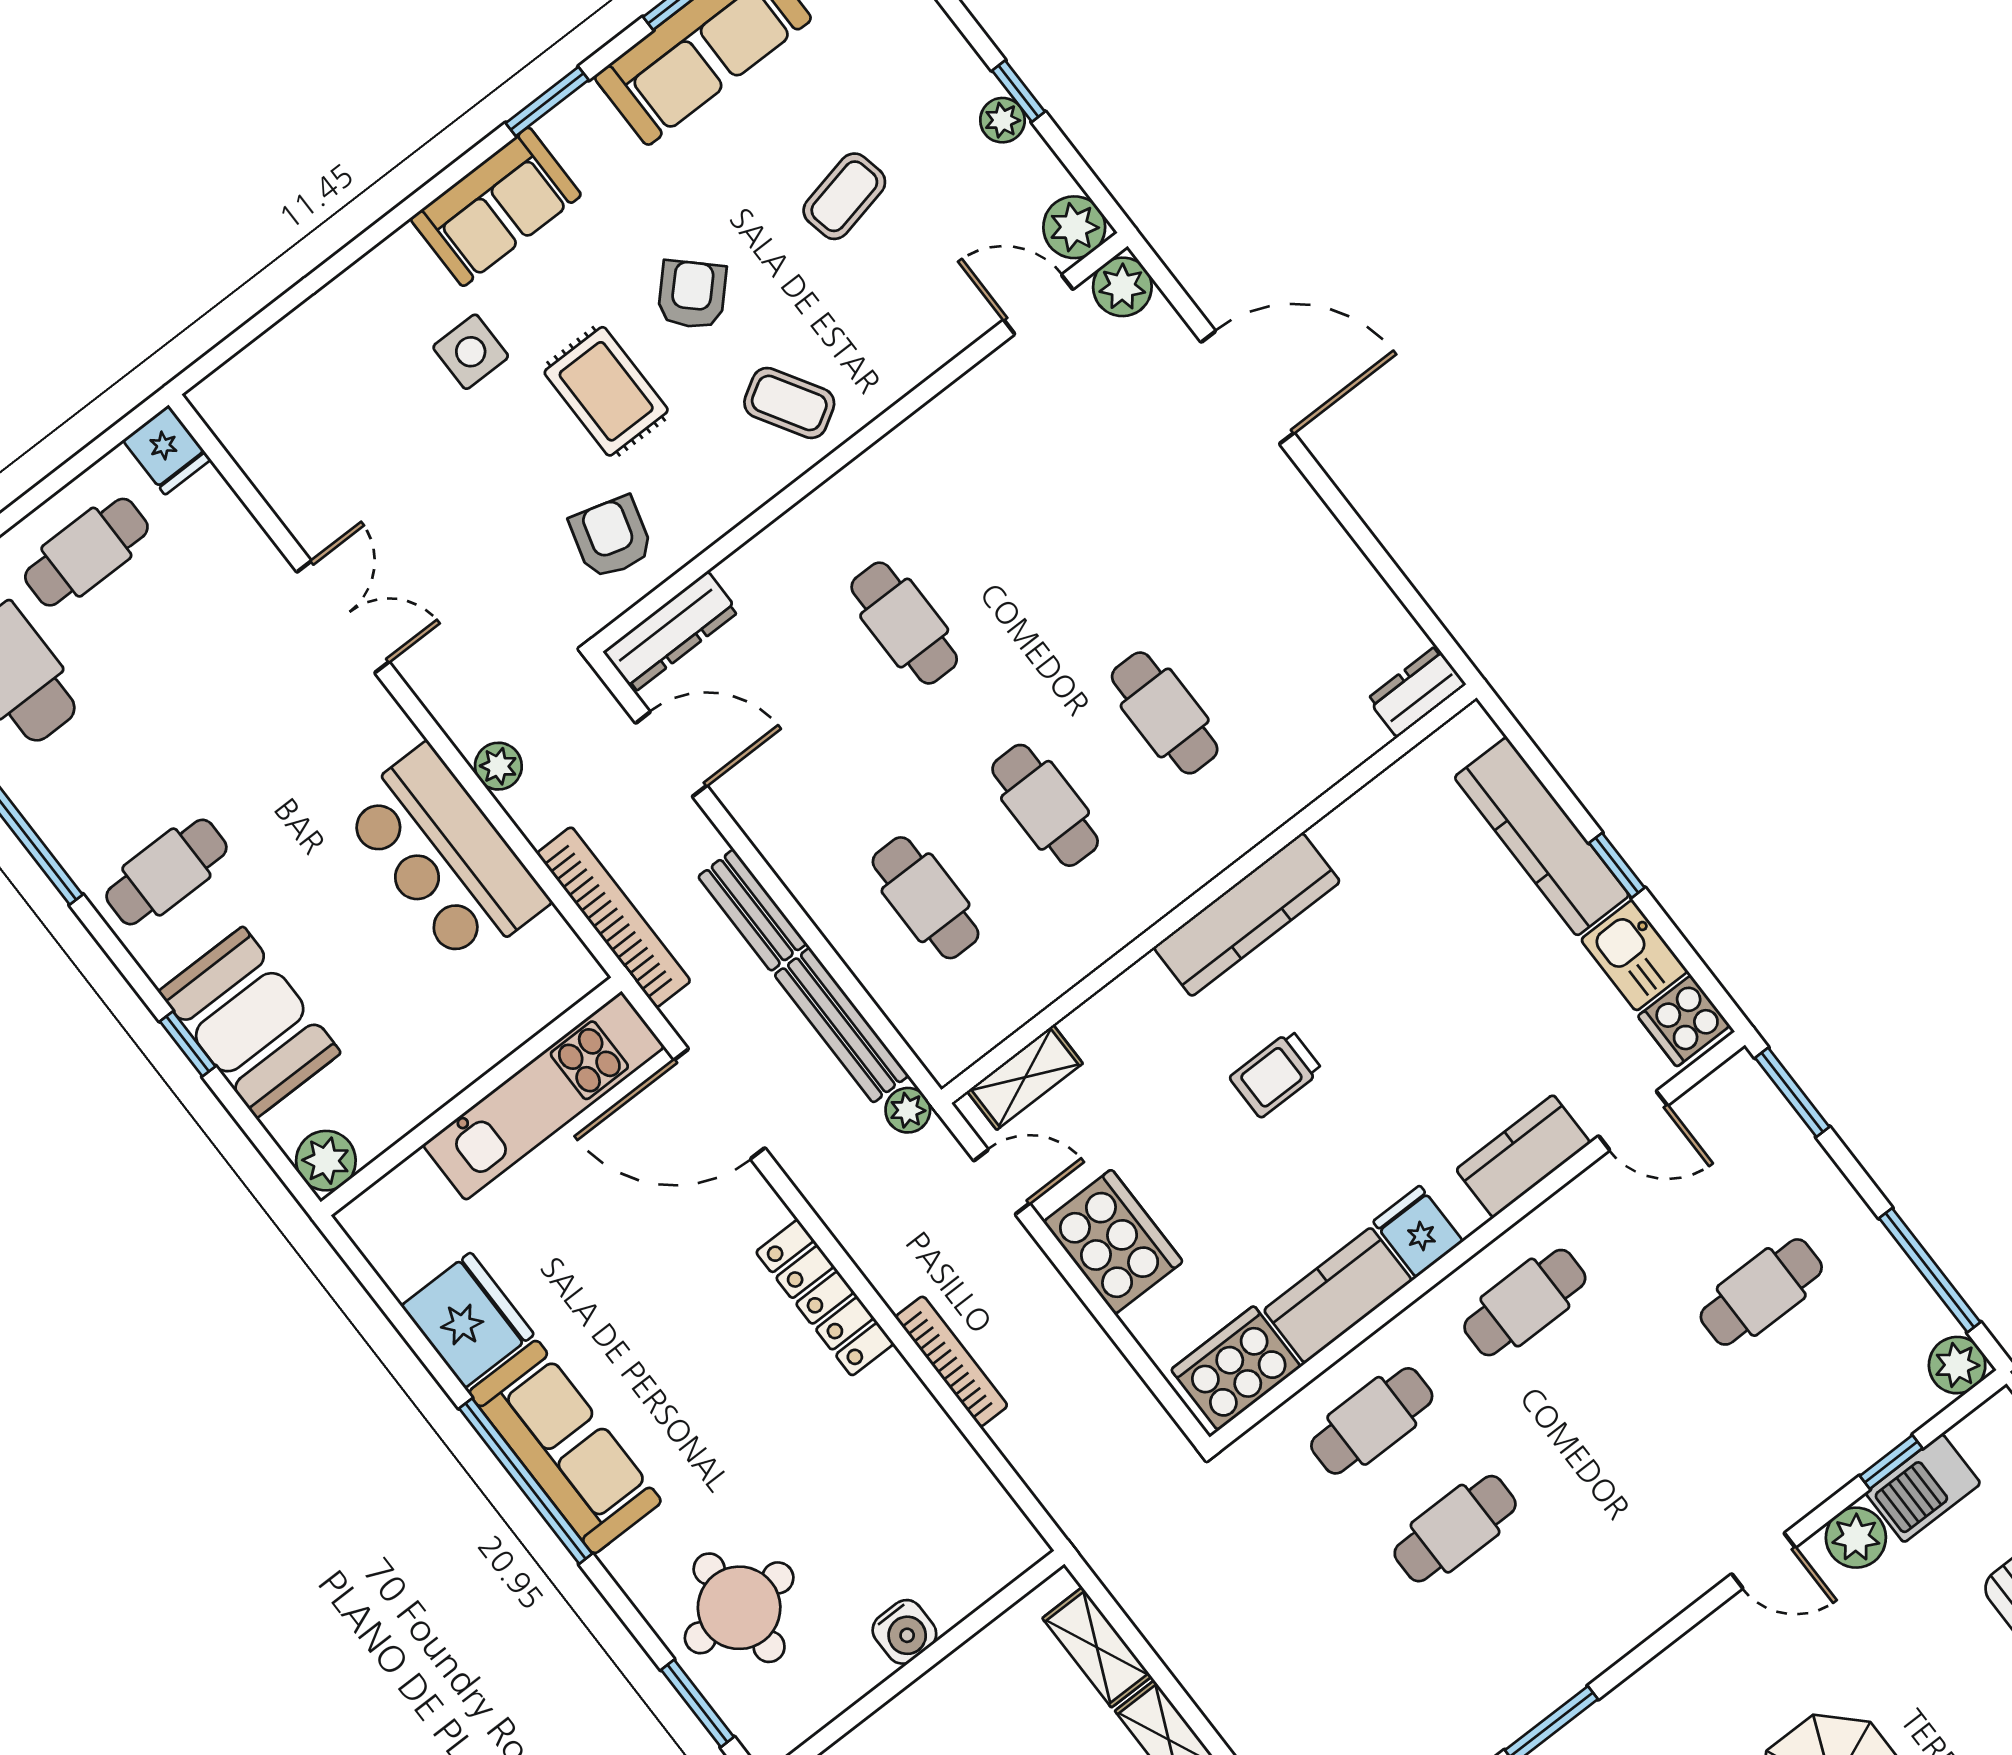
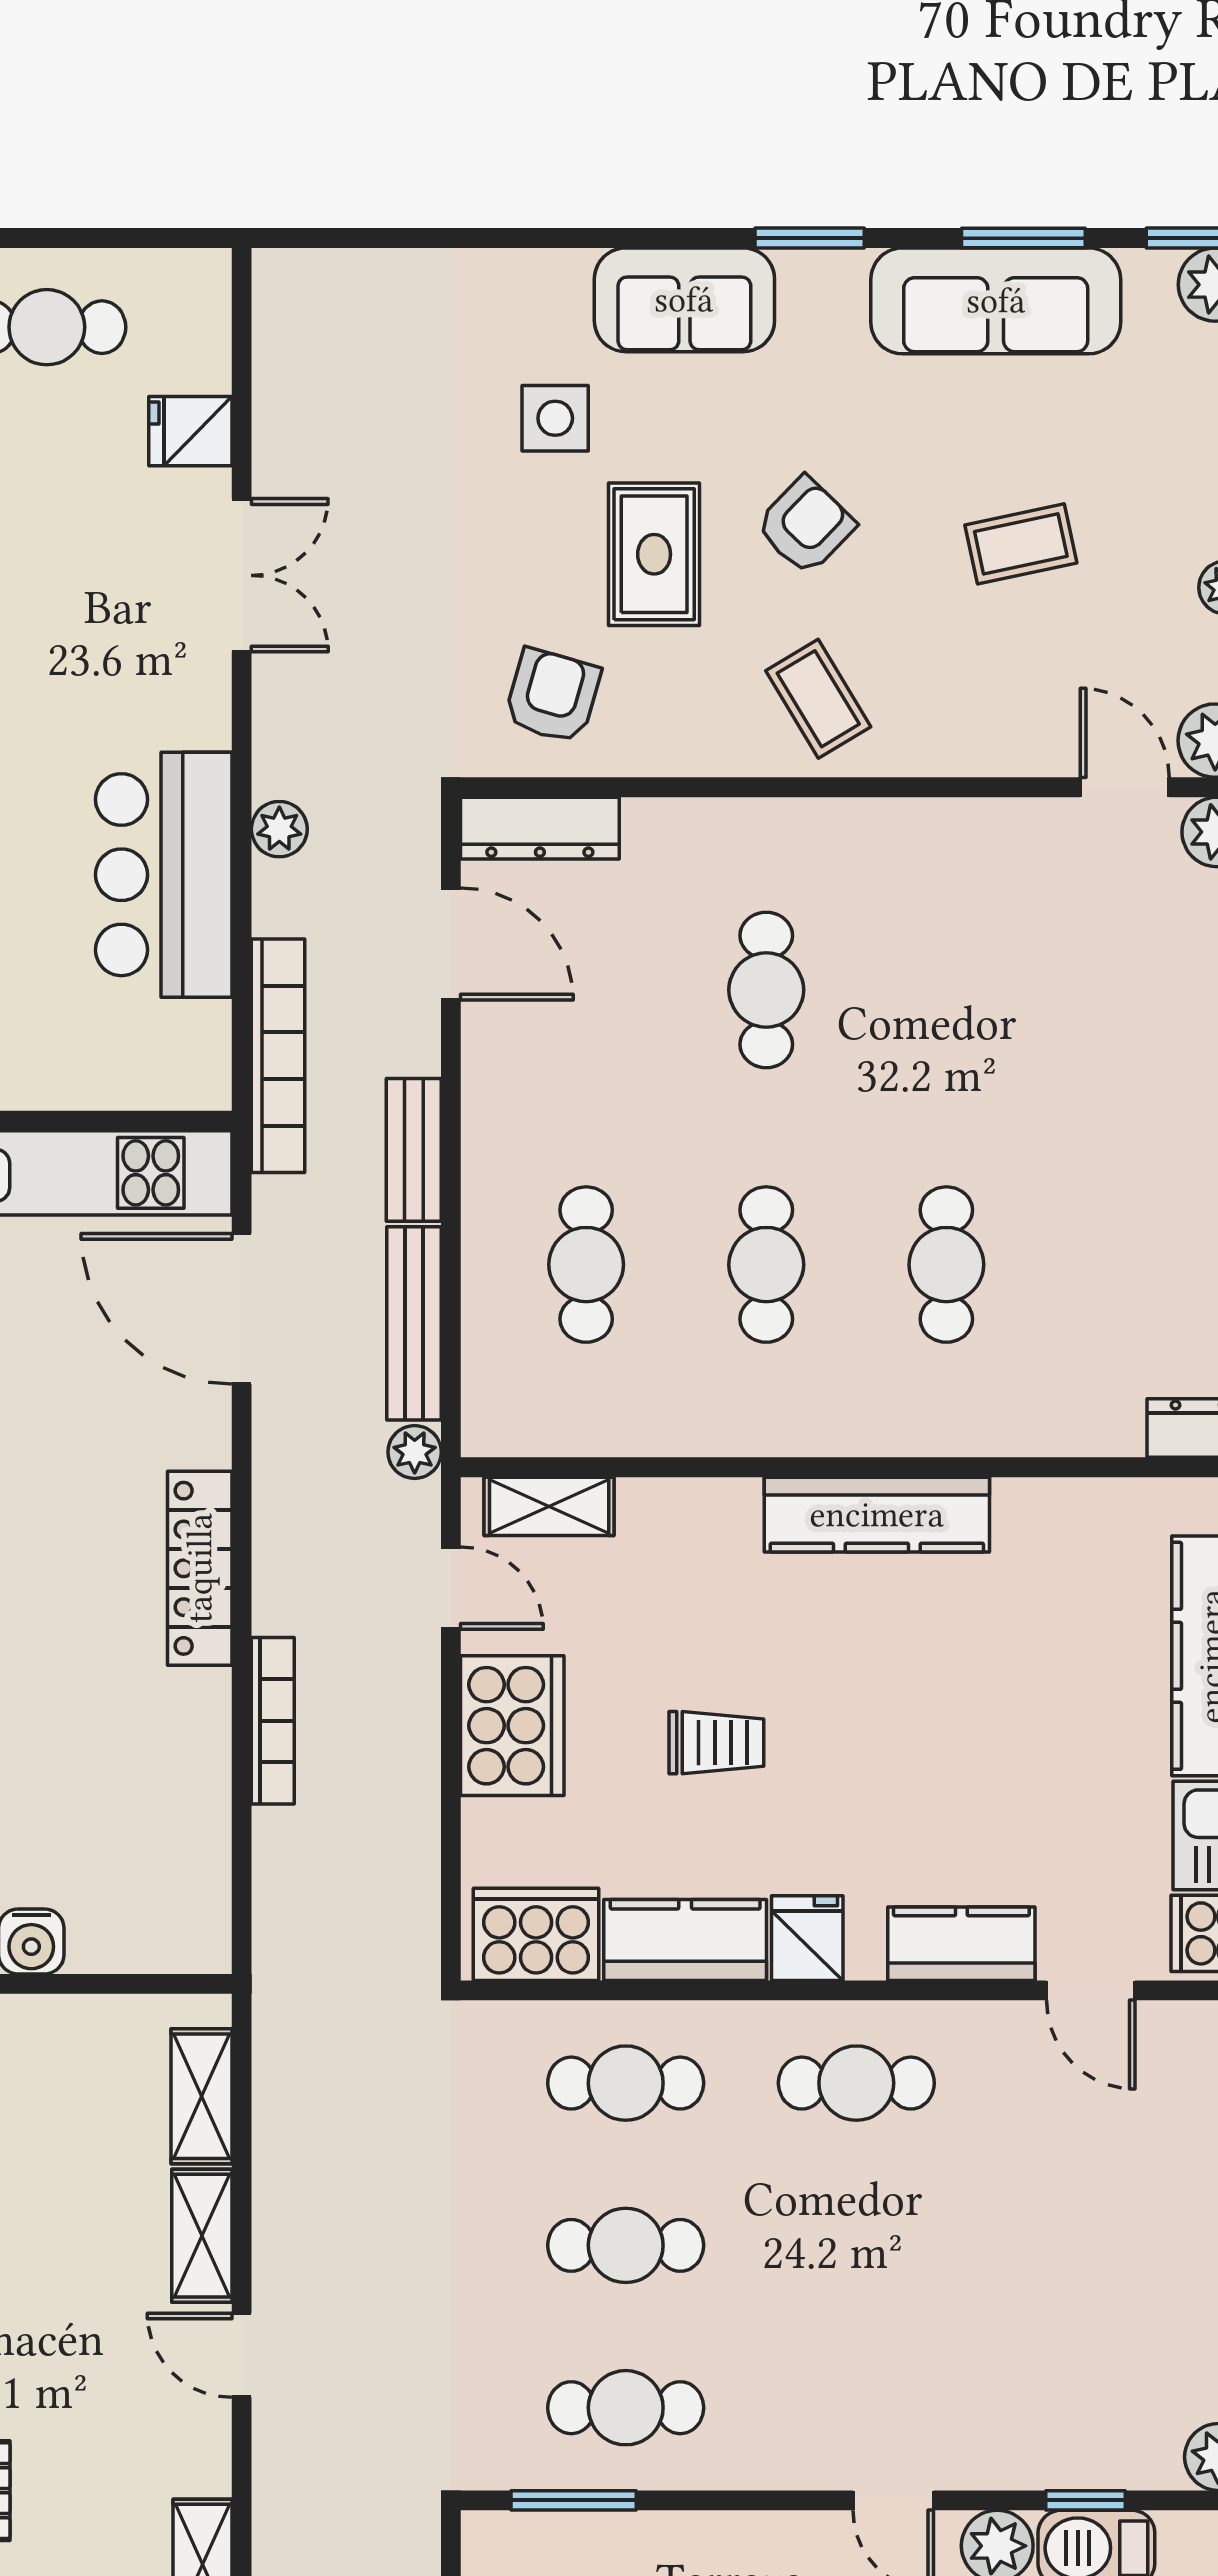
fridge: (167, 450) -> (190, 431), moved, turned 90
trolley: (1276, 1074) -> (716, 1743), moved, turned 180
cafe table: (1761, 1292) -> (626, 2408), moved

